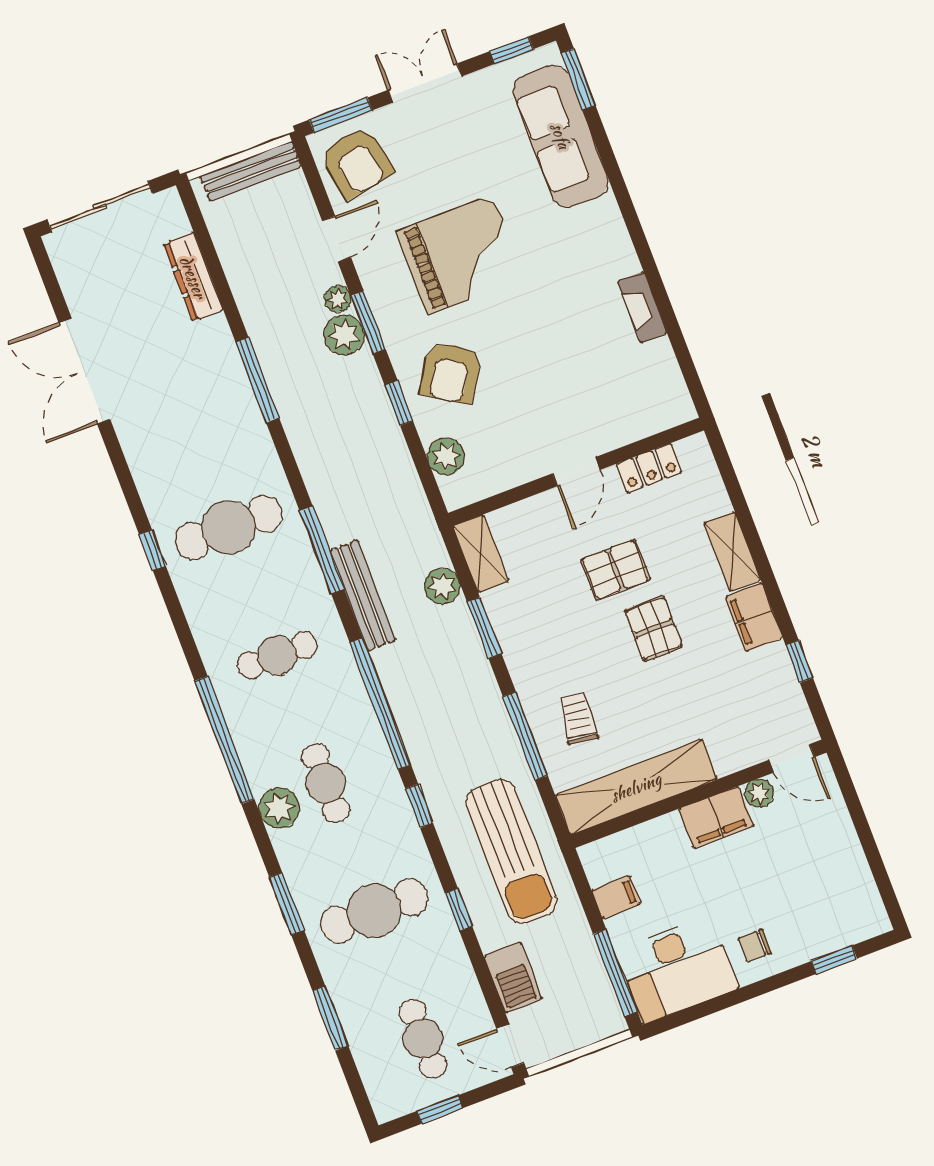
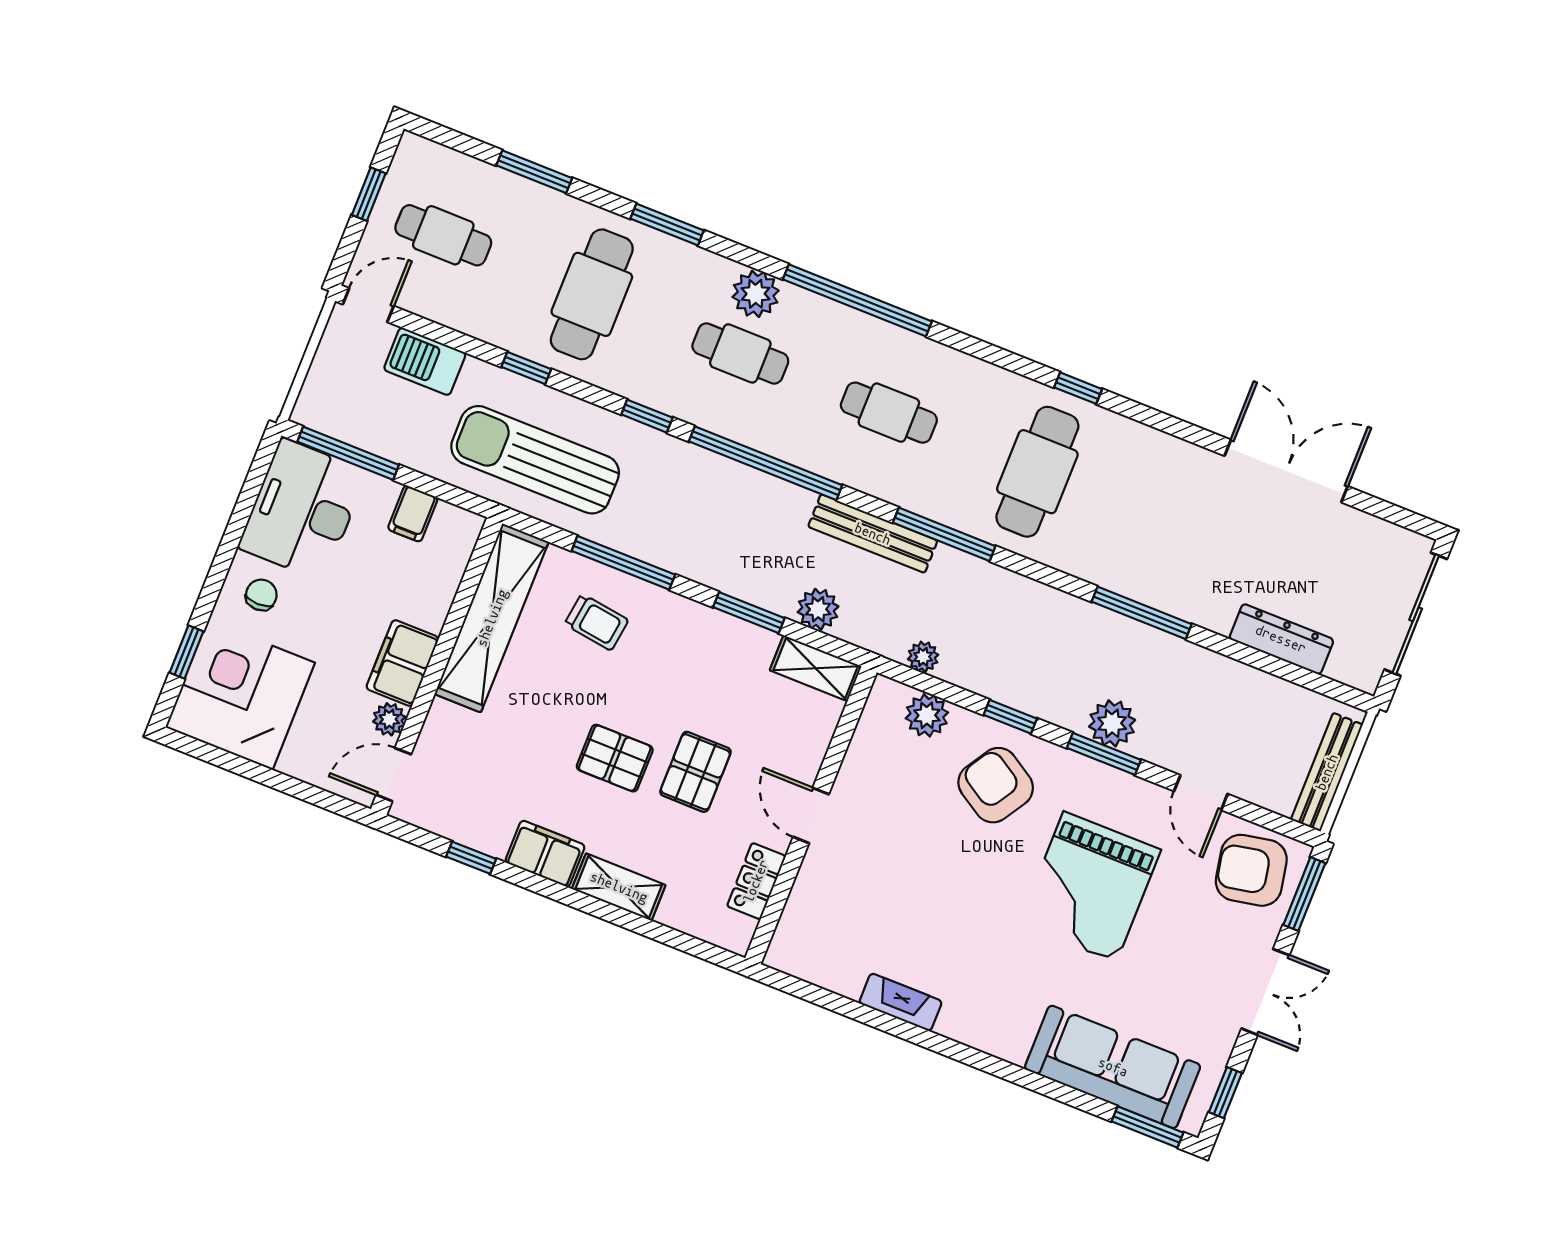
plant: (338, 299) -> (923, 657), moved
cafe table: (277, 655) -> (889, 413), turned 90
corner desk: (830, 901) -> (240, 695), added

